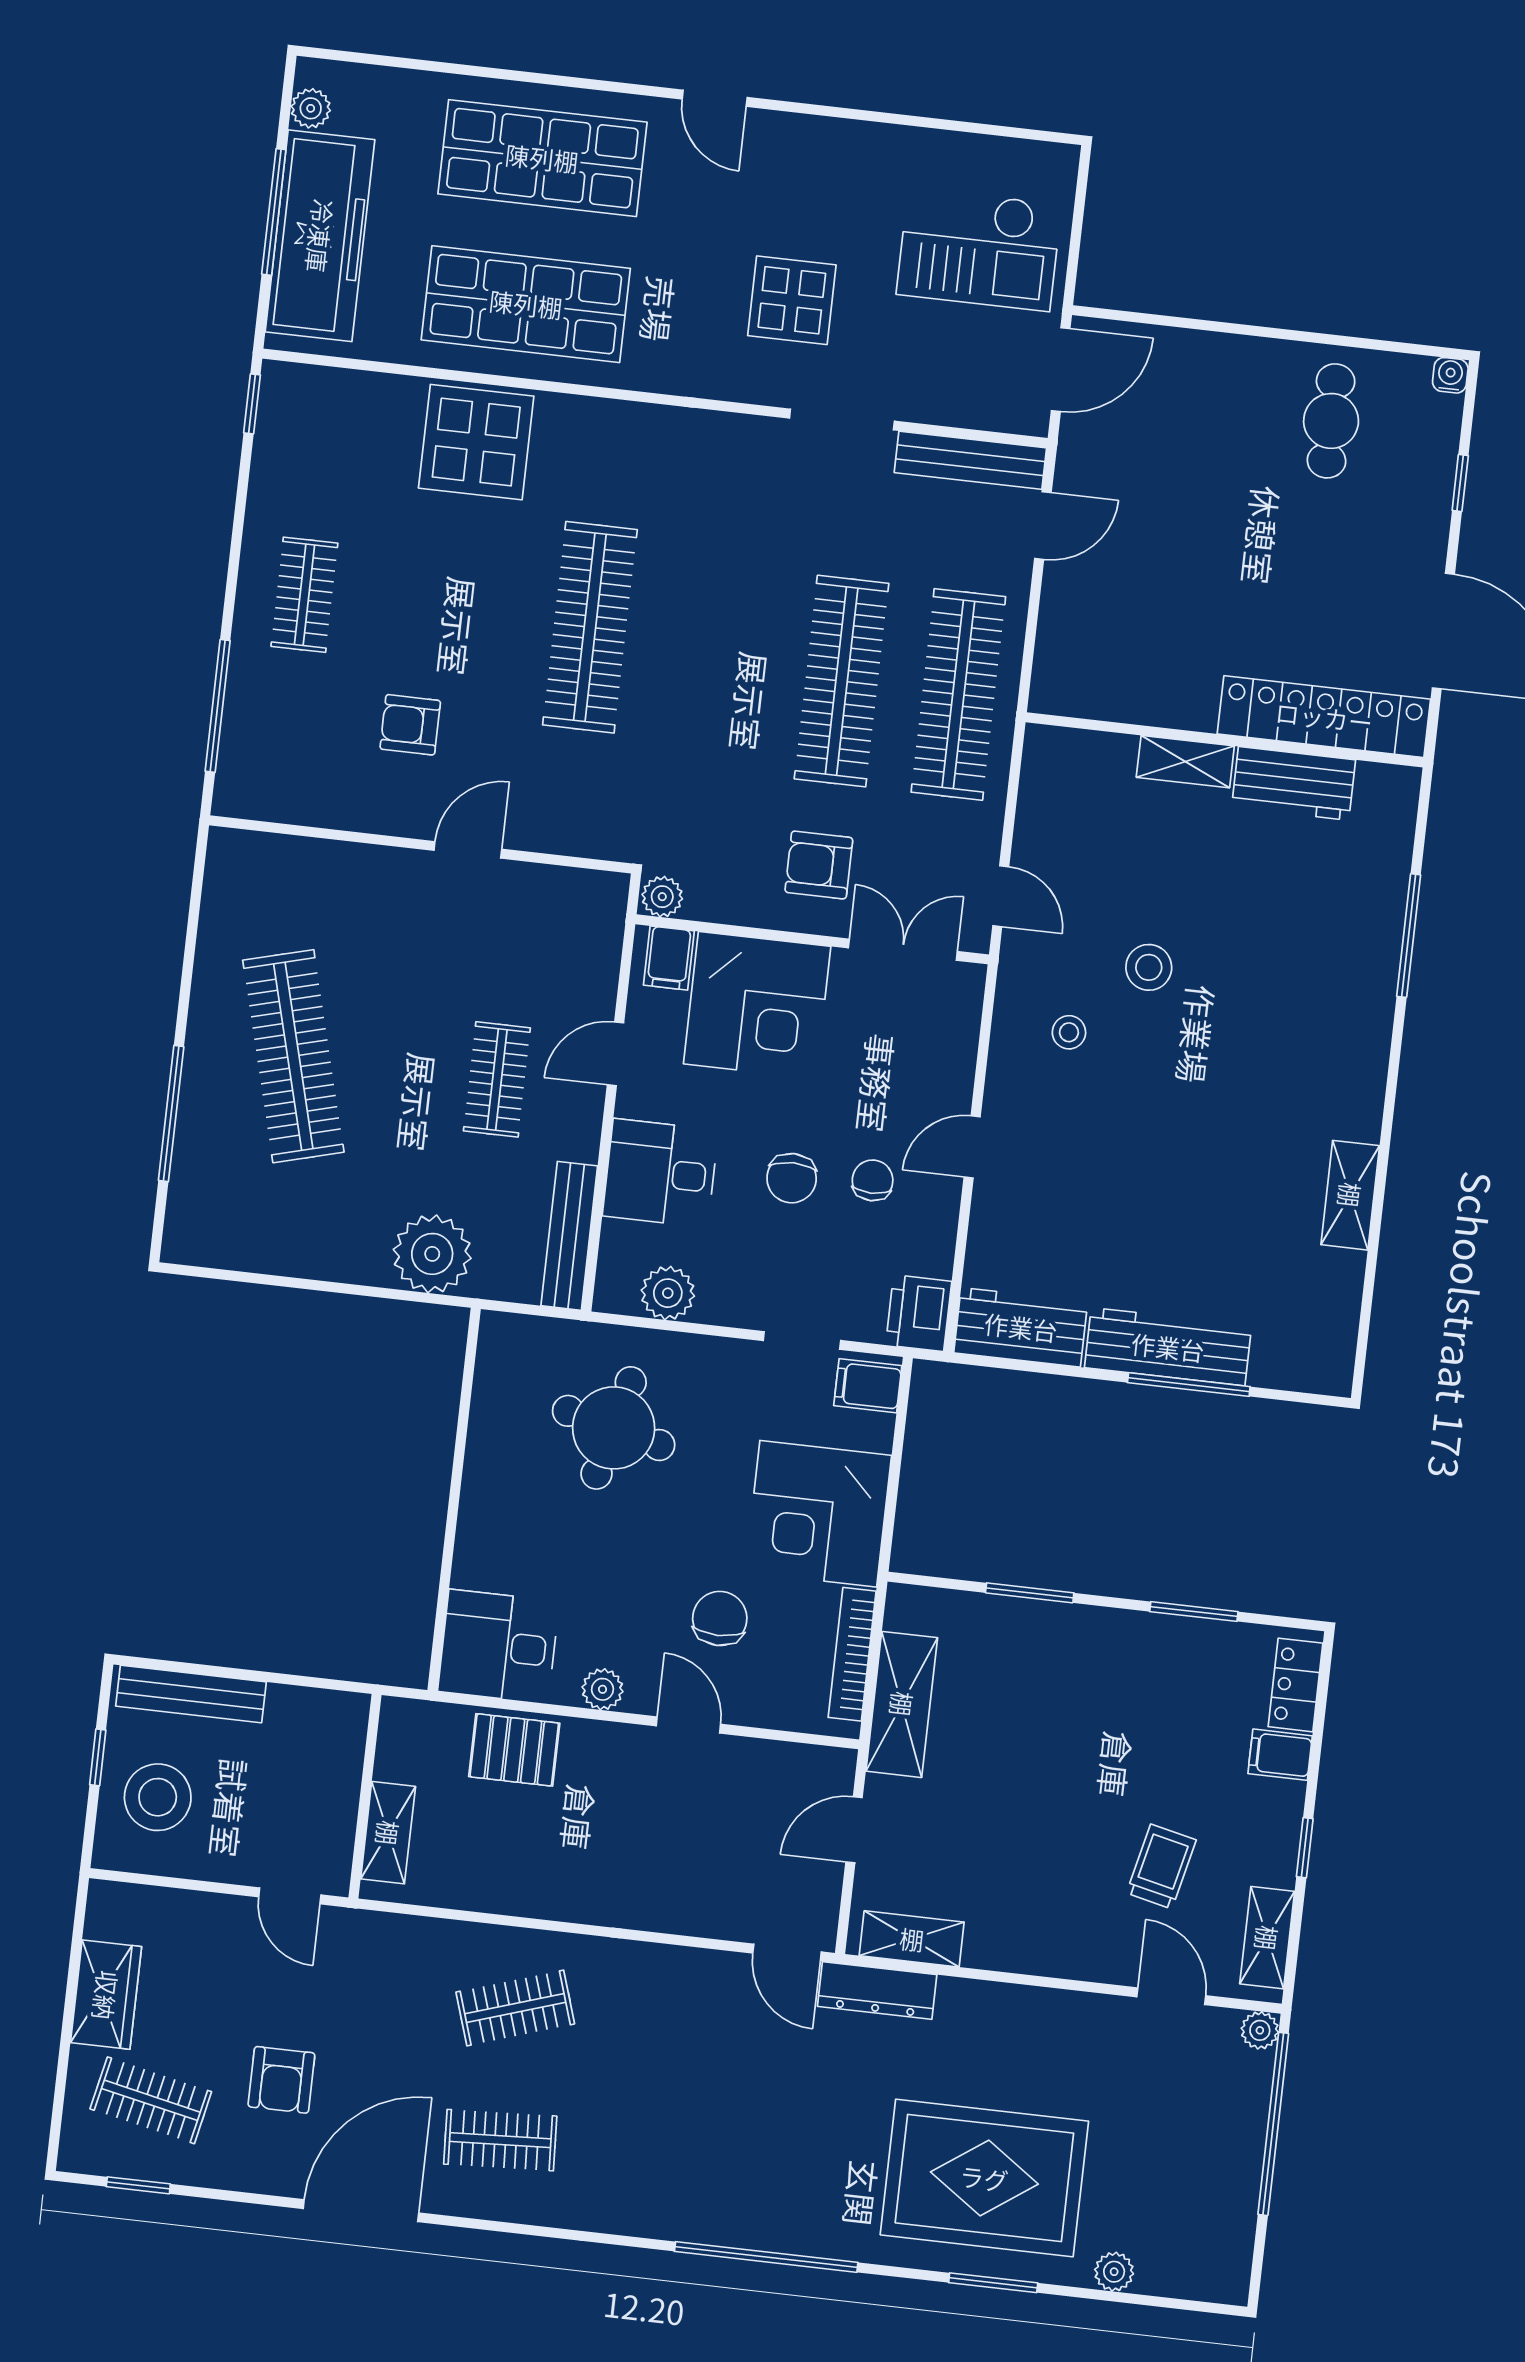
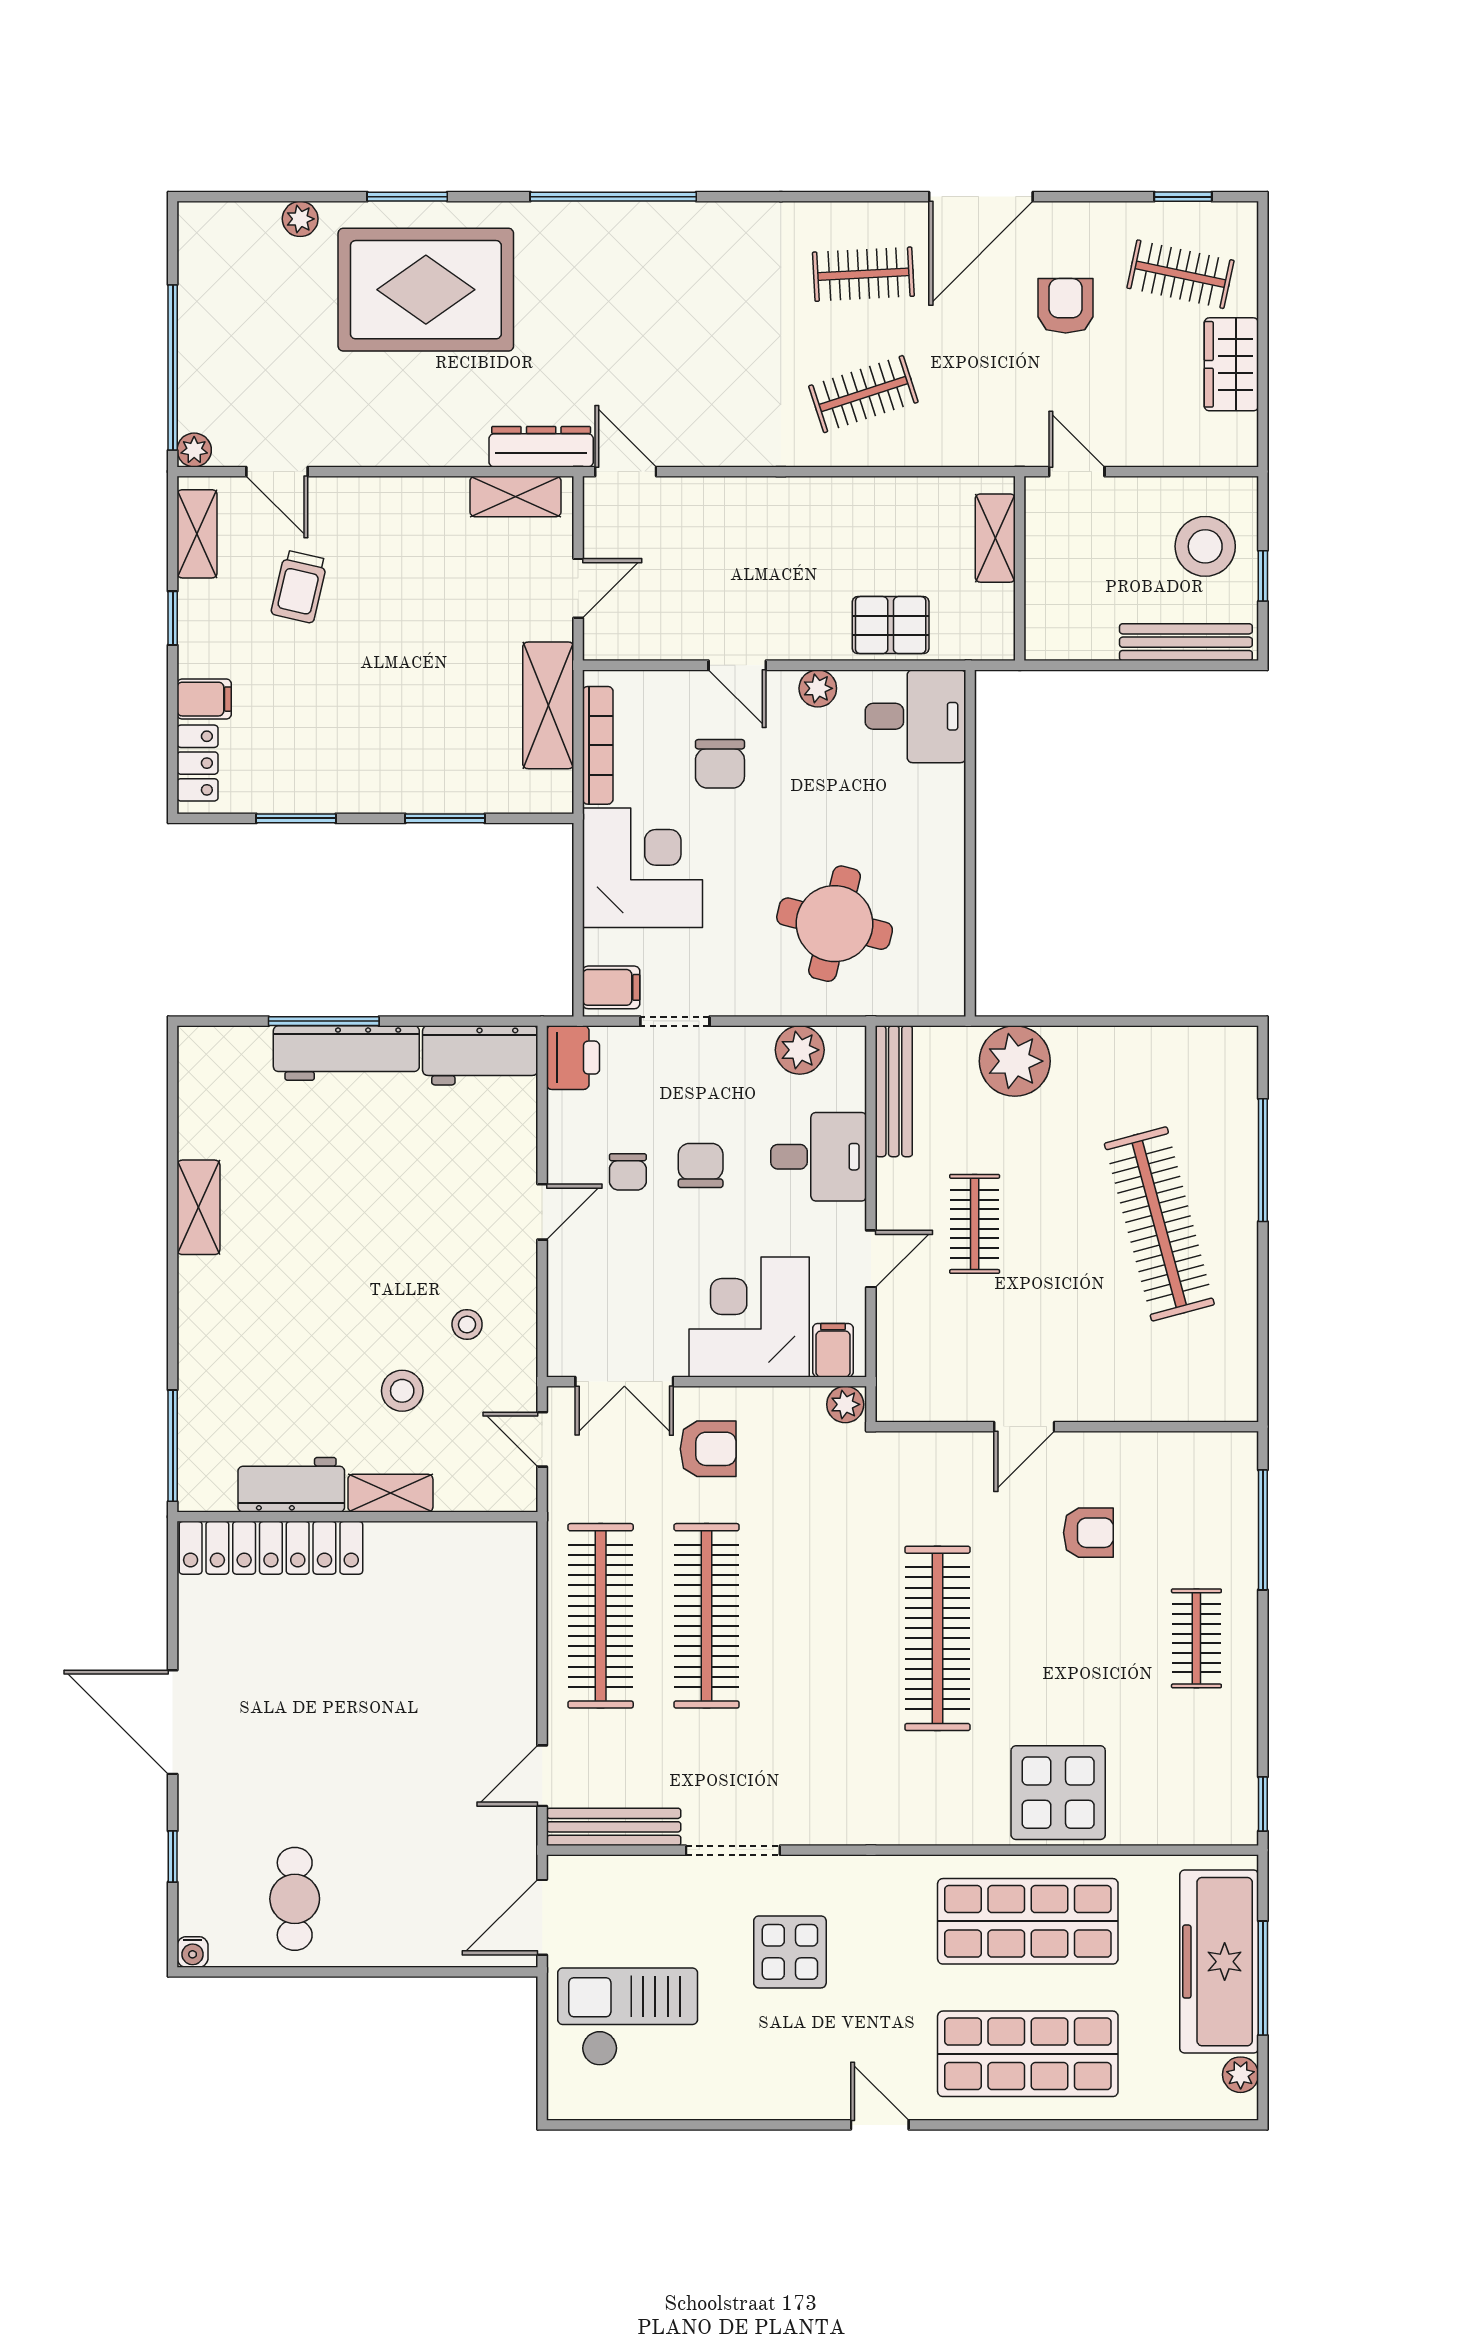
locker: (1324, 717) -> (271, 1548), moved
wall: (1225, 740) -> (357, 1517), moved
shelving: (1185, 762) -> (390, 1493), moved
workbench: (1294, 783) -> (291, 1485), moved

